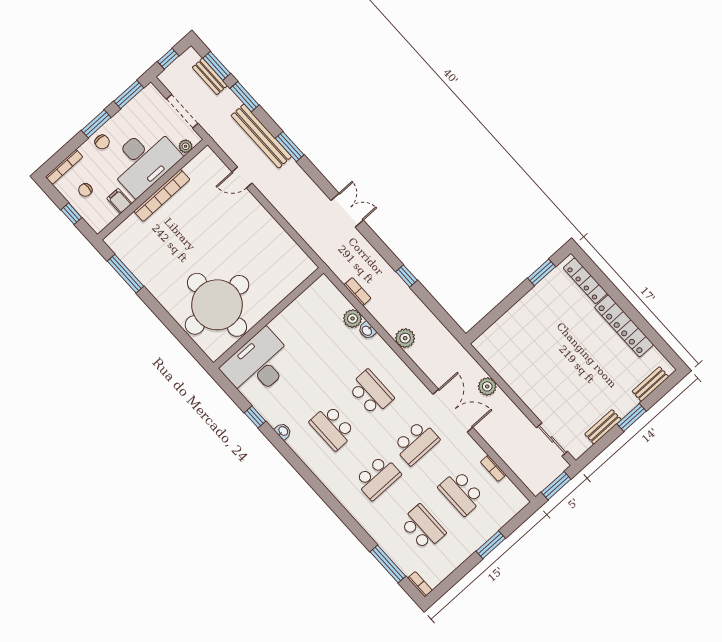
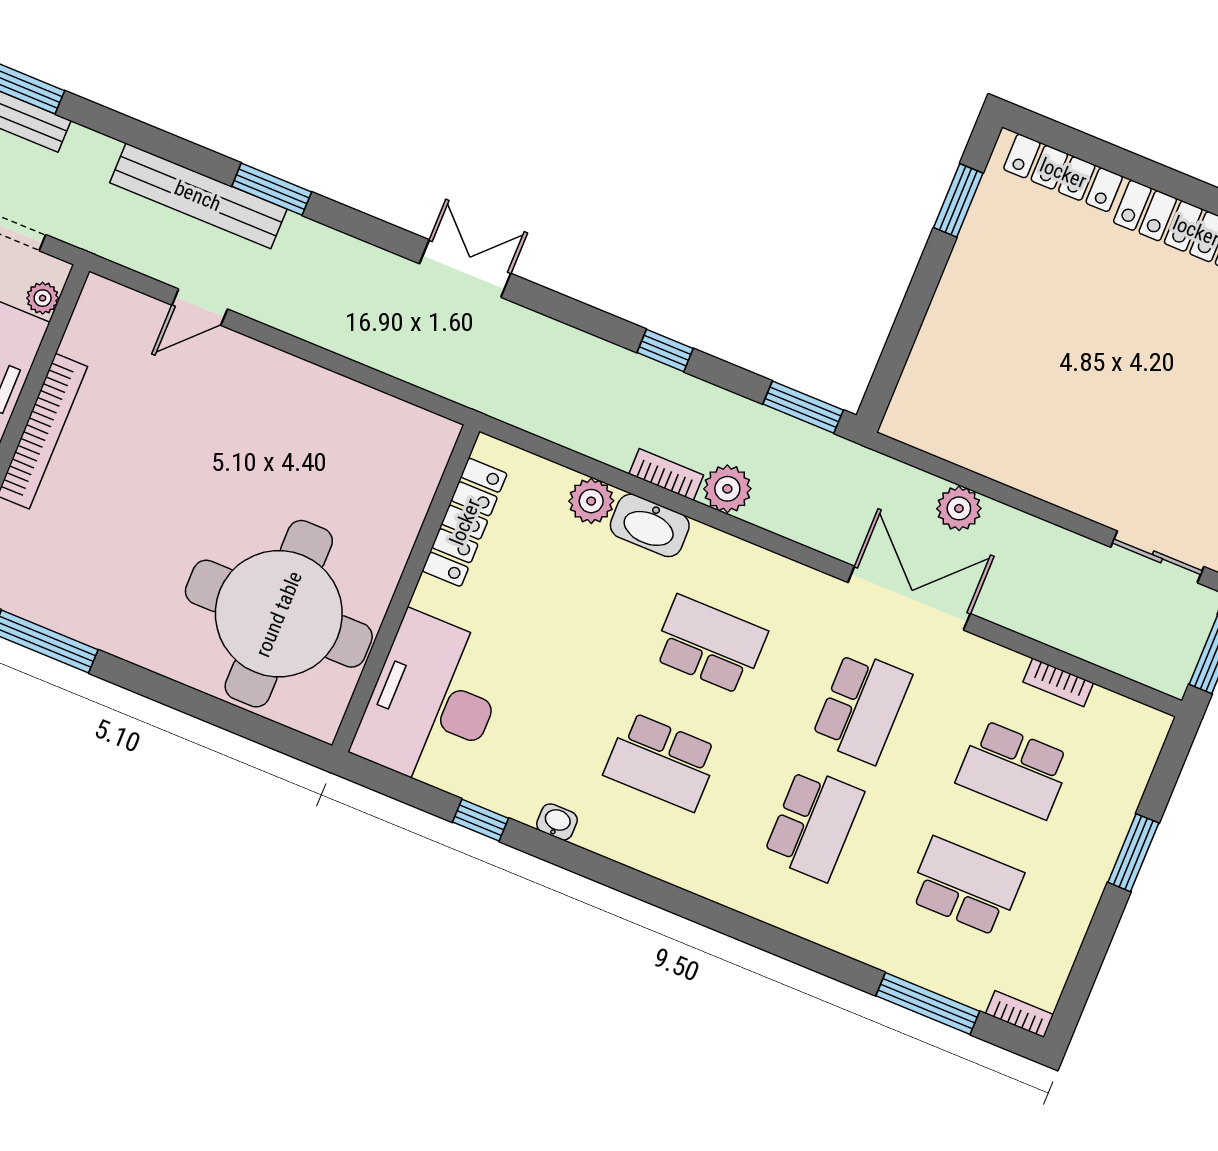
window: (245, 97) -> (803, 407), moved
bookcase: (357, 292) -> (666, 474), moved
locker: (302, 304) -> (465, 522), added
washbasin: (367, 331) -> (650, 525), width x1.91, depth x1.45

